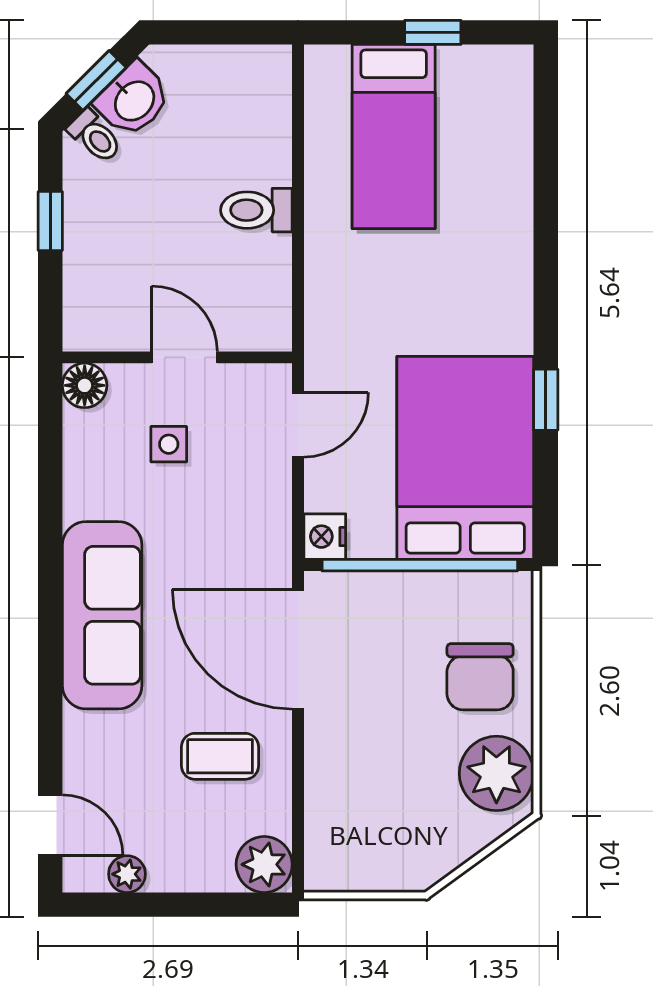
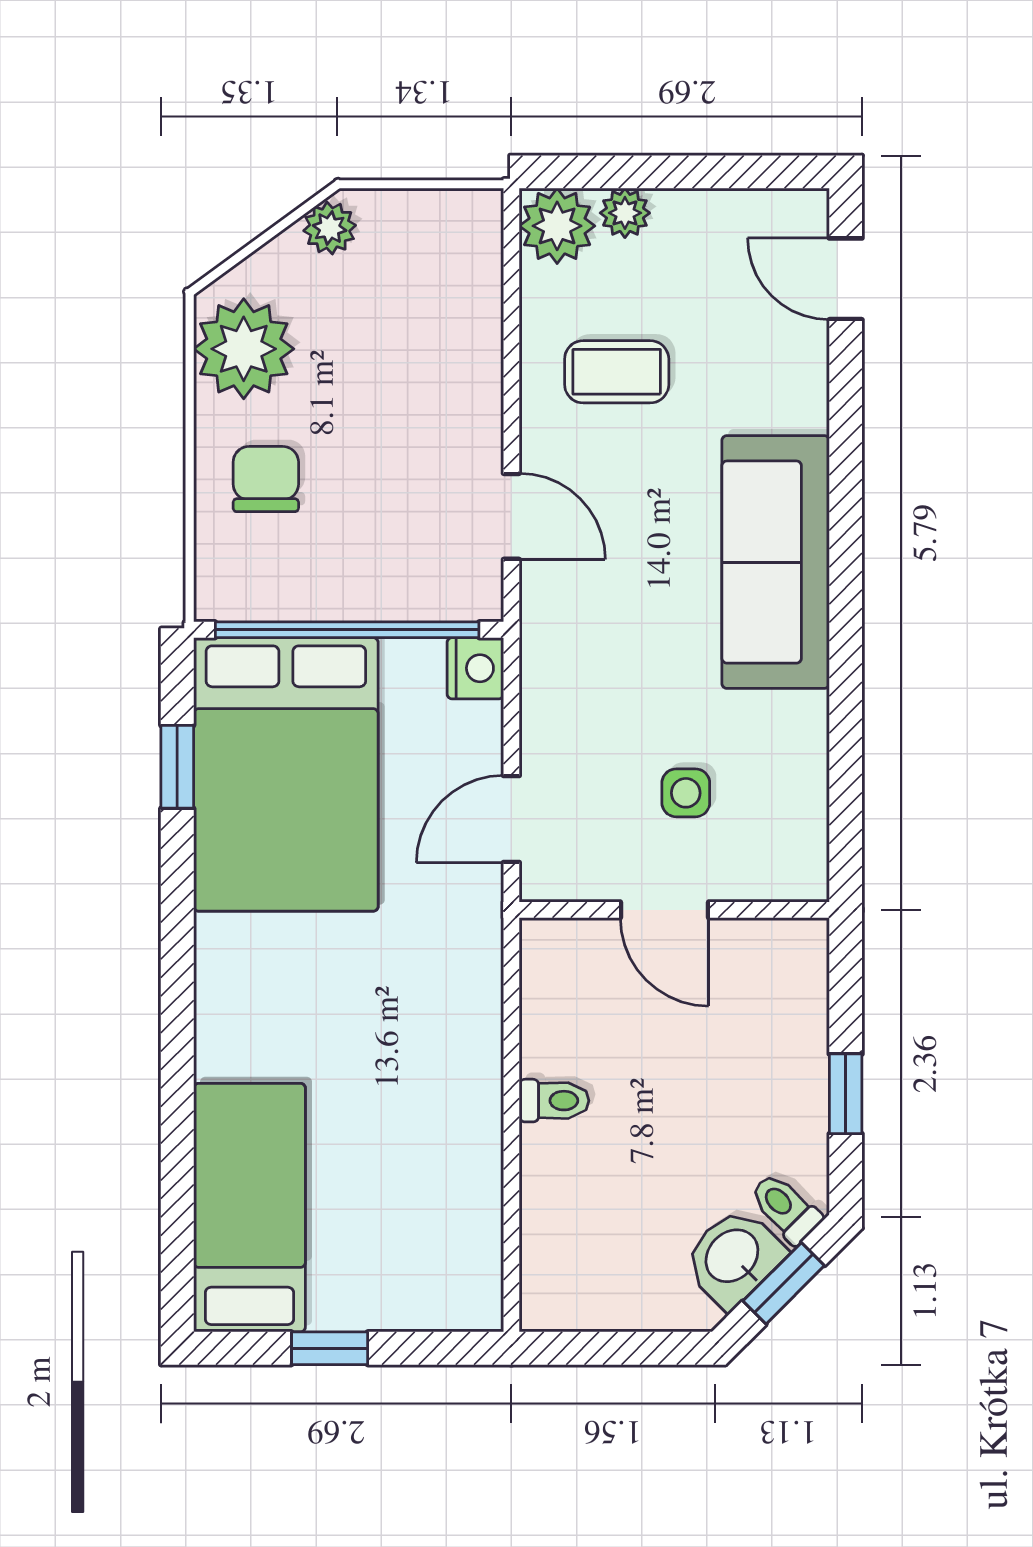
bed: (394, 137) -> (249, 1208), moved
toilet: (256, 210) -> (554, 1101), width x0.73, depth x0.72
floor lamp: (85, 385) -> (799, 872), removed
window: (546, 400) -> (177, 767), moved
door: (298, 649) -> (511, 516), width x0.53
chair: (480, 677) -> (266, 479), width x0.73, depth x0.73
plant: (433, 863) -> (330, 228), added
plant: (127, 874) -> (625, 213), moved

